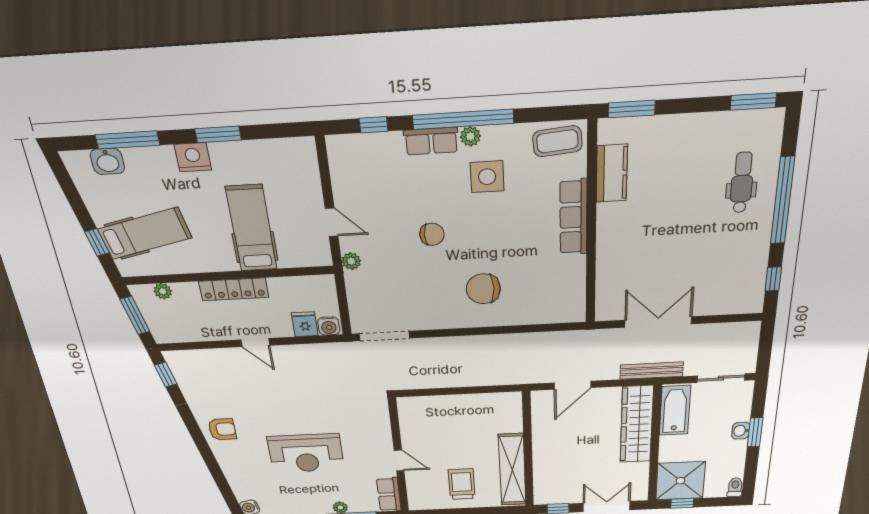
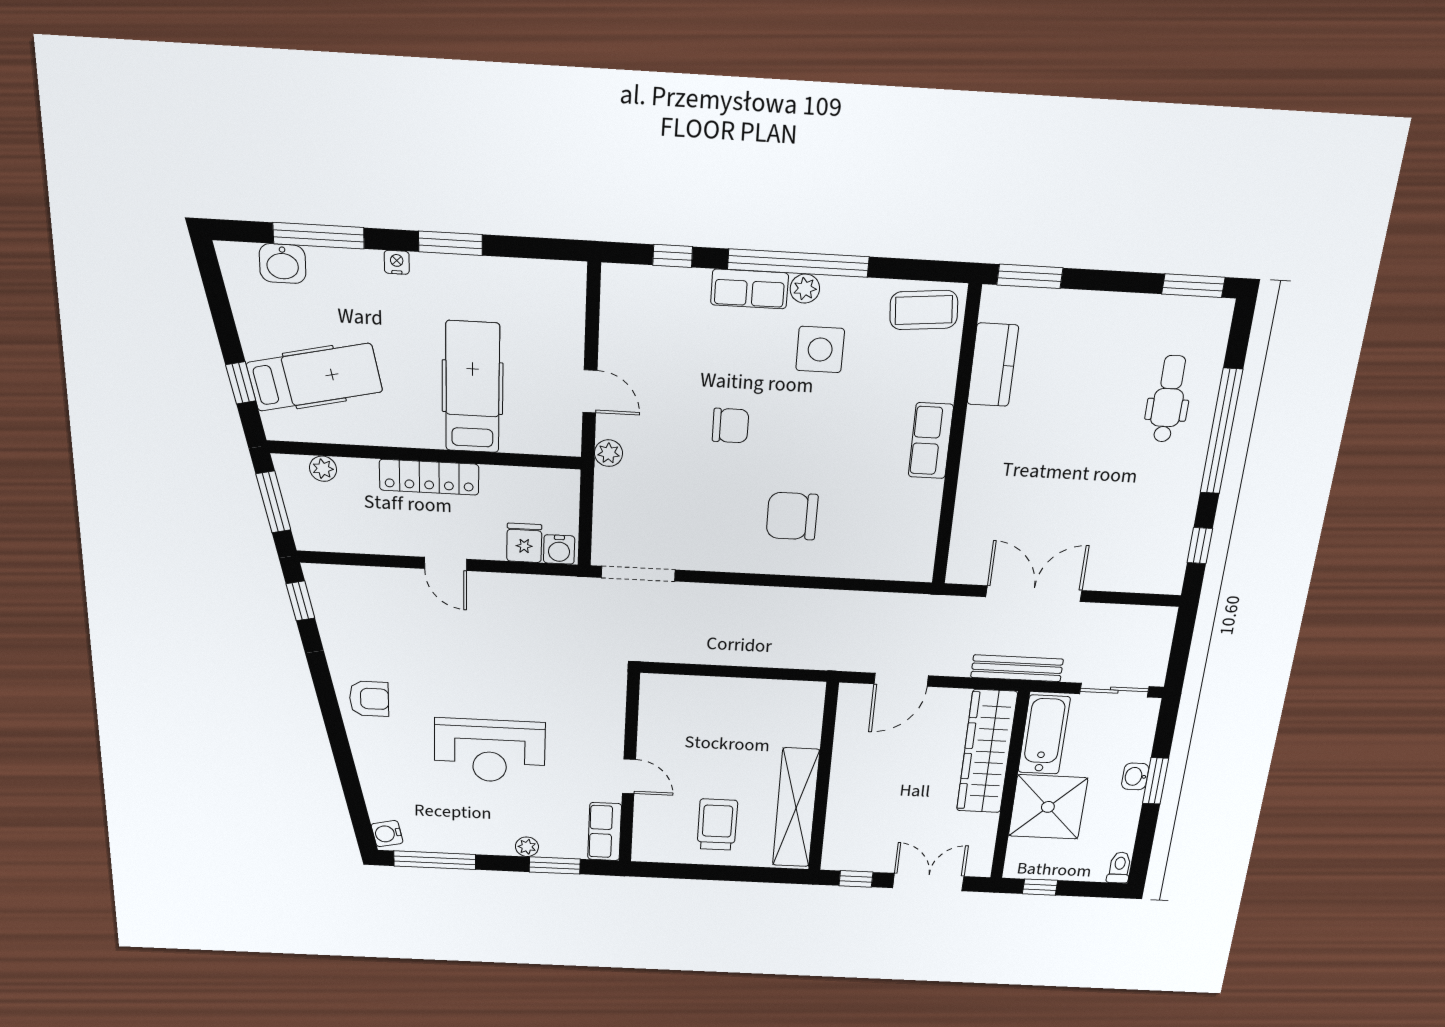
nightstand: (193, 157) -> (397, 262), width x0.53, depth x0.56
row of seats: (573, 217) -> (931, 441), width x0.68
shower: (680, 481) -> (1048, 807), moved

